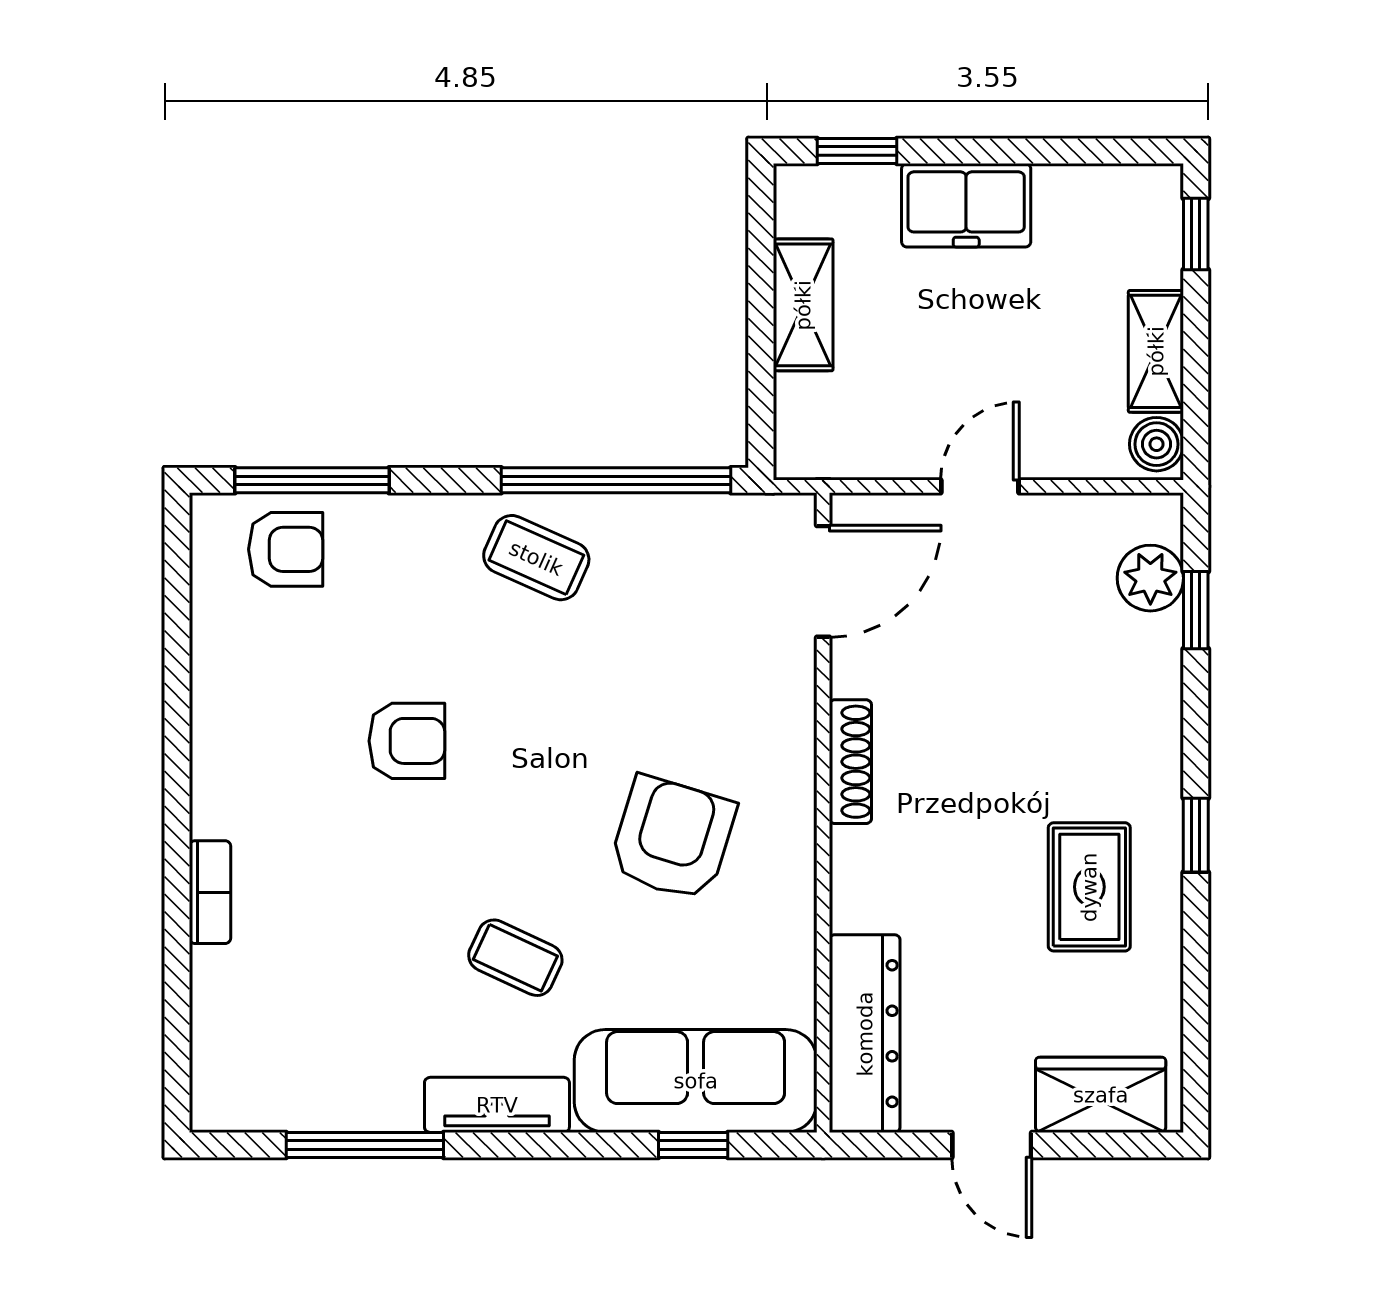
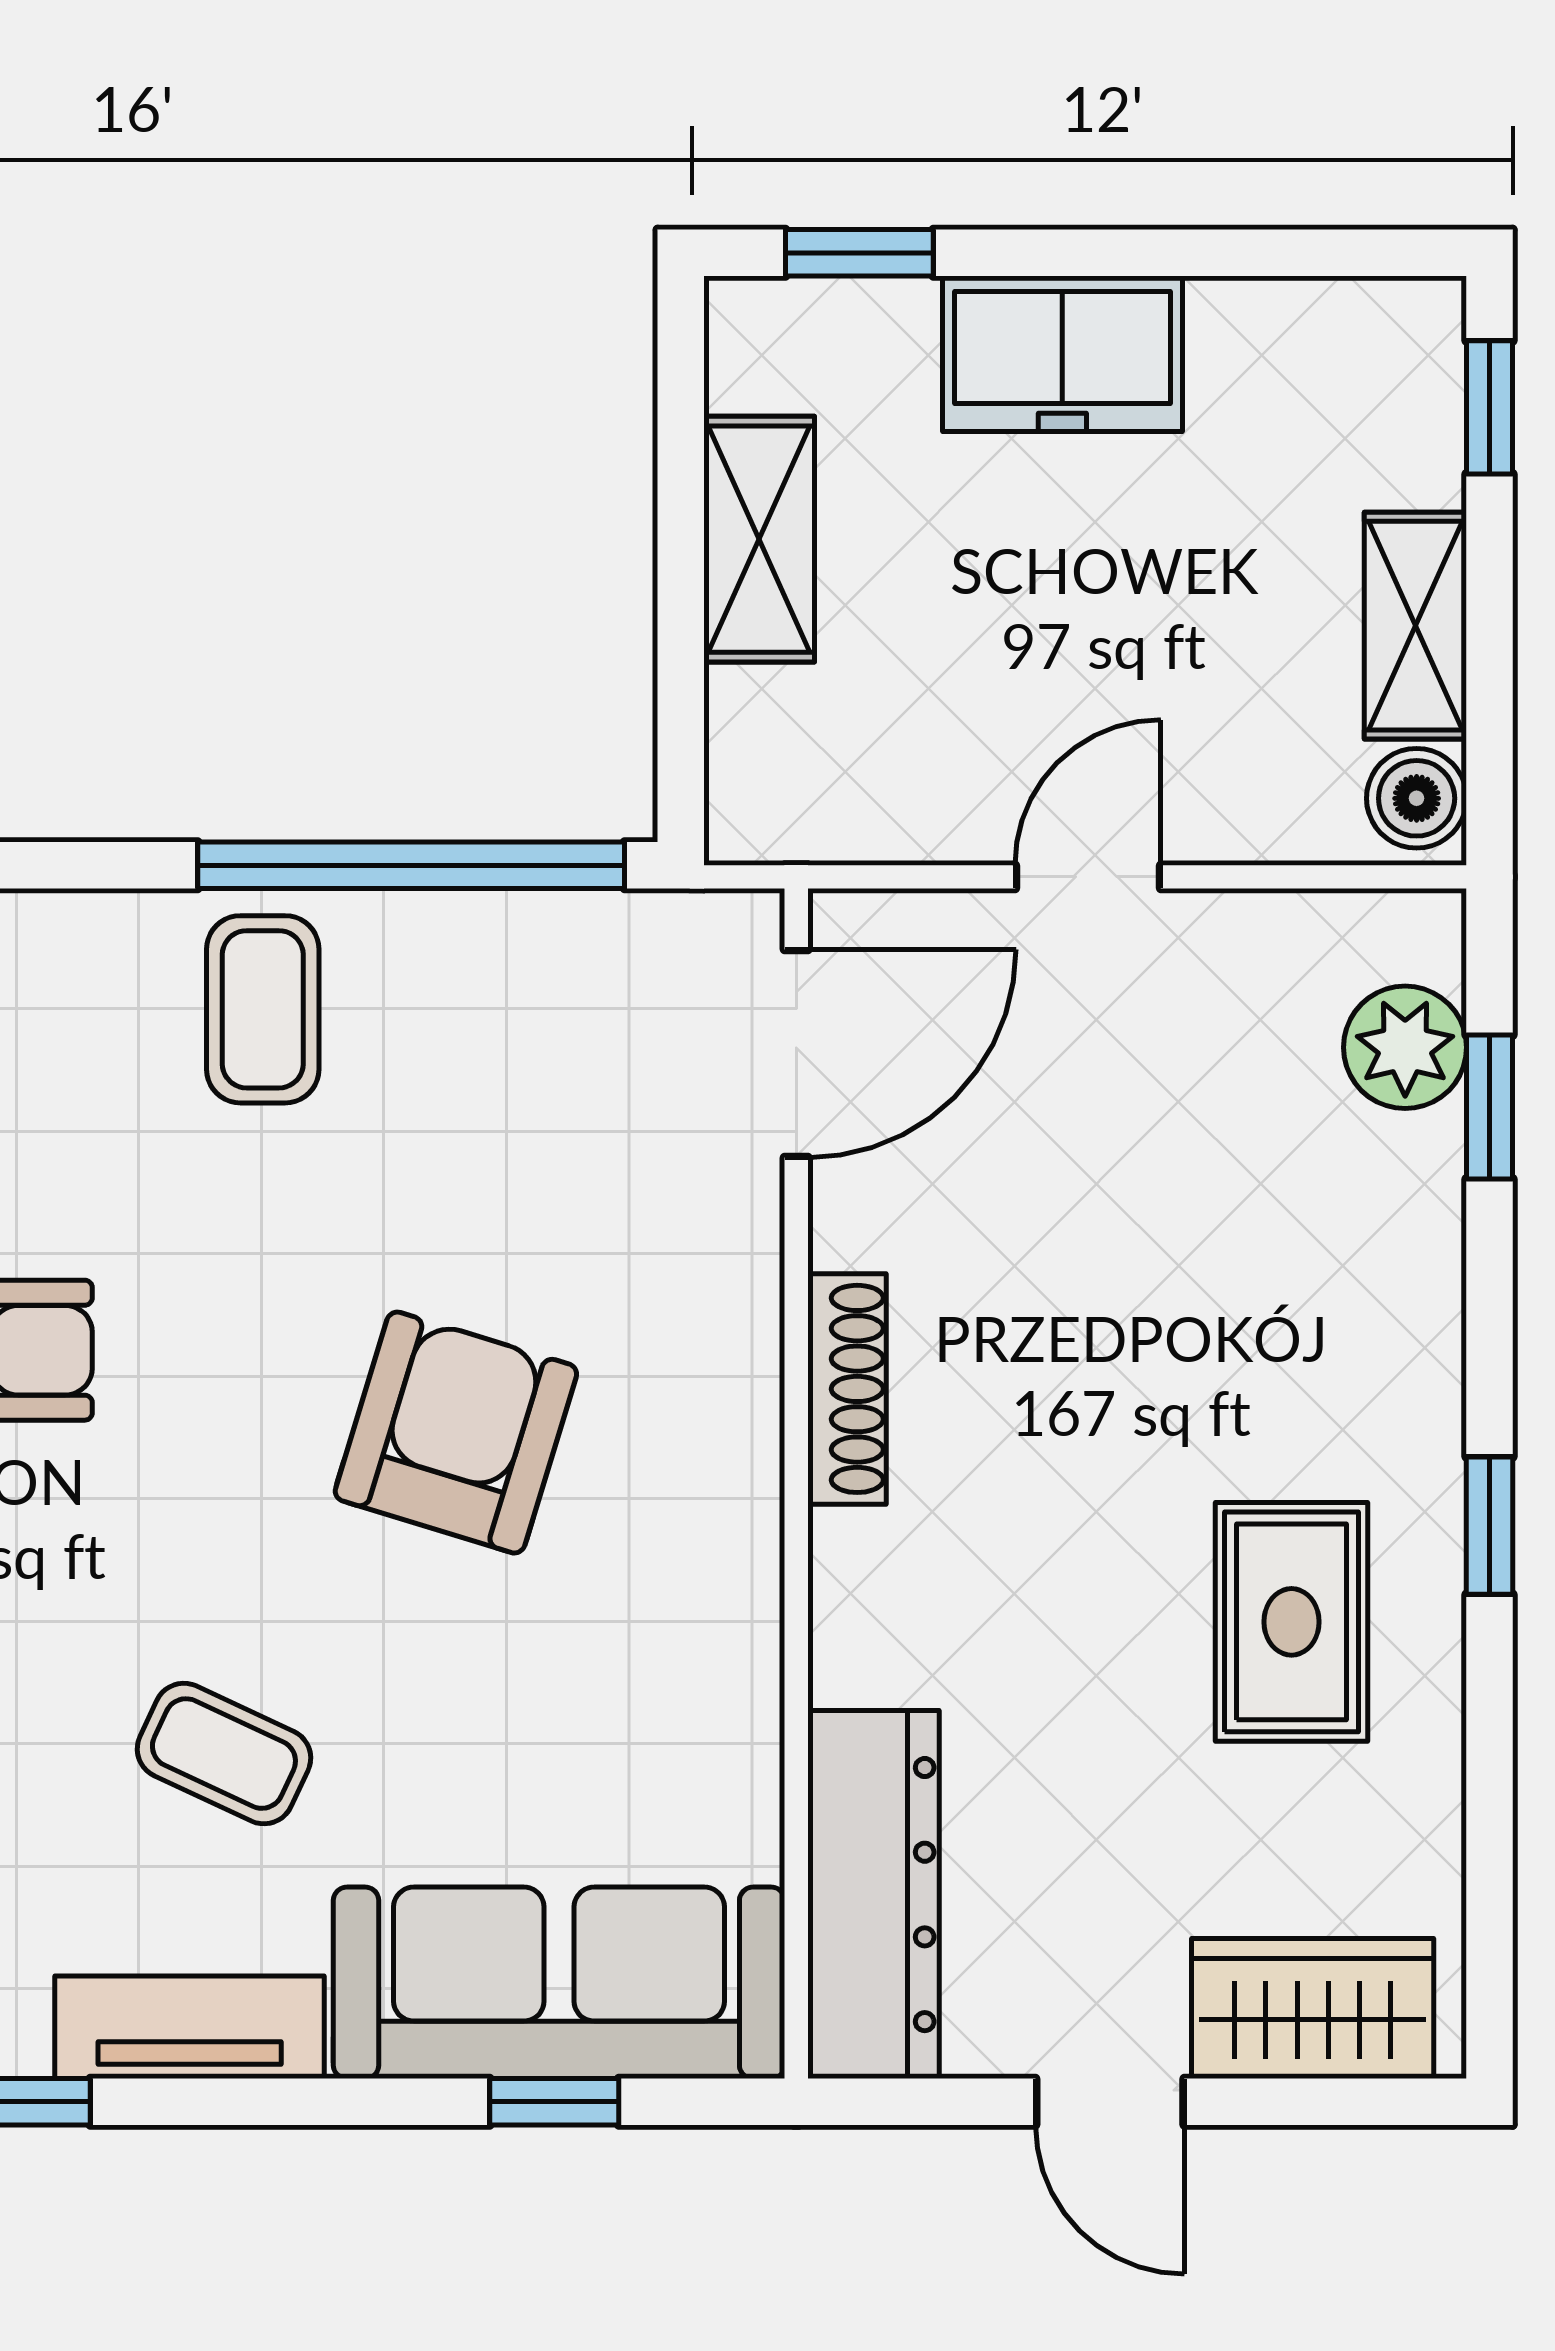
coffee table: (536, 558) -> (263, 1009), turned 66
armchair: (672, 838) -> (456, 1433), moved

